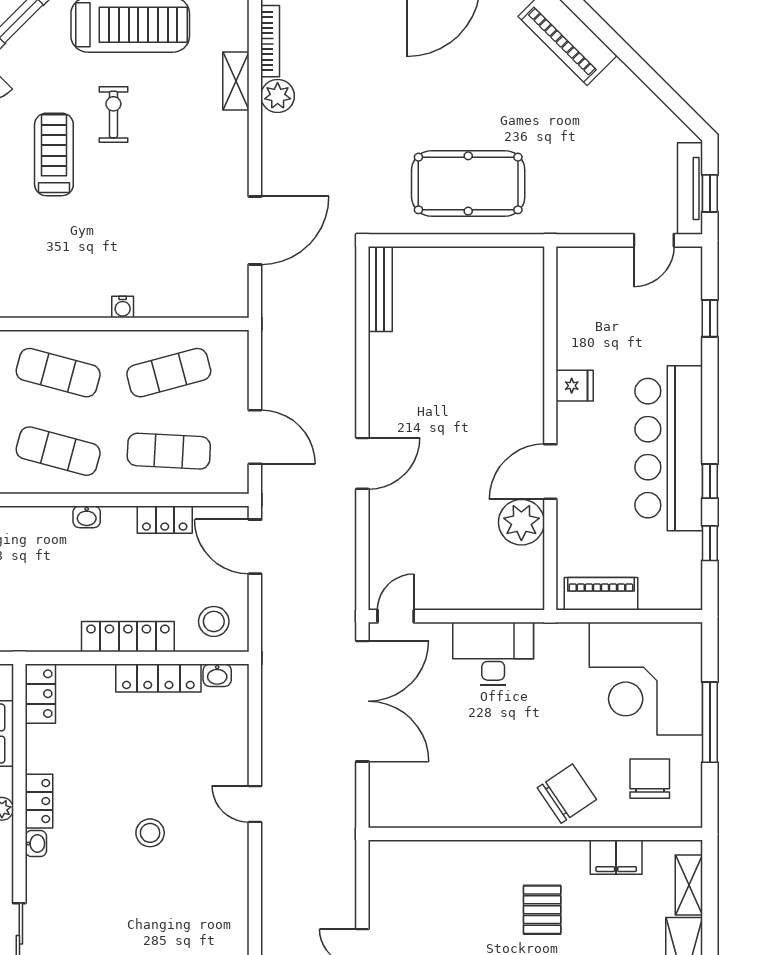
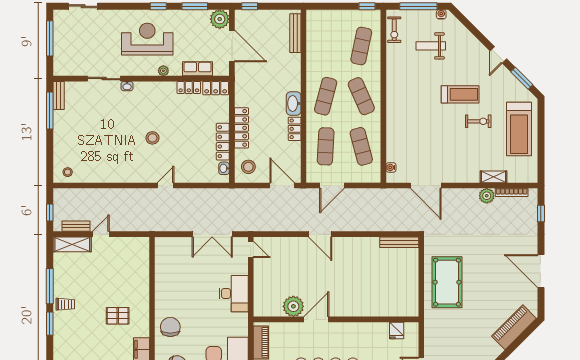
water cooler: (123, 307) -> (391, 167), moved
exercise mat: (58, 373) -> (361, 96), turned -39
fridge: (575, 386) -> (397, 330), moved
door: (550, 472) -> (316, 319), hinge flipped
washbasin: (87, 517) -> (294, 103), width x1.91, depth x1.45
locker: (165, 520) -> (295, 129), moved
door: (255, 547) -> (282, 185), hinge flipped
double door: (362, 701) -> (212, 234), width x0.73
chair: (567, 794) -> (170, 327), turned -146
locker: (39, 801) -> (189, 87), moved
washbasin: (36, 844) -> (127, 86), moved

